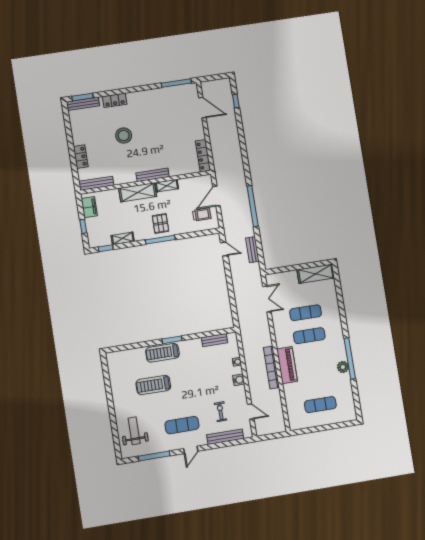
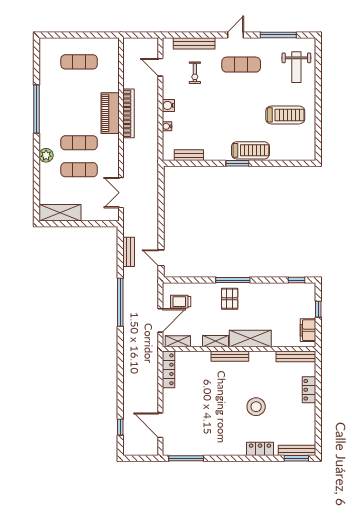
shelving: (123, 238) -> (178, 341), moved
plant: (343, 367) -> (46, 155), moved
treadmill: (153, 385) -> (285, 115), moved

